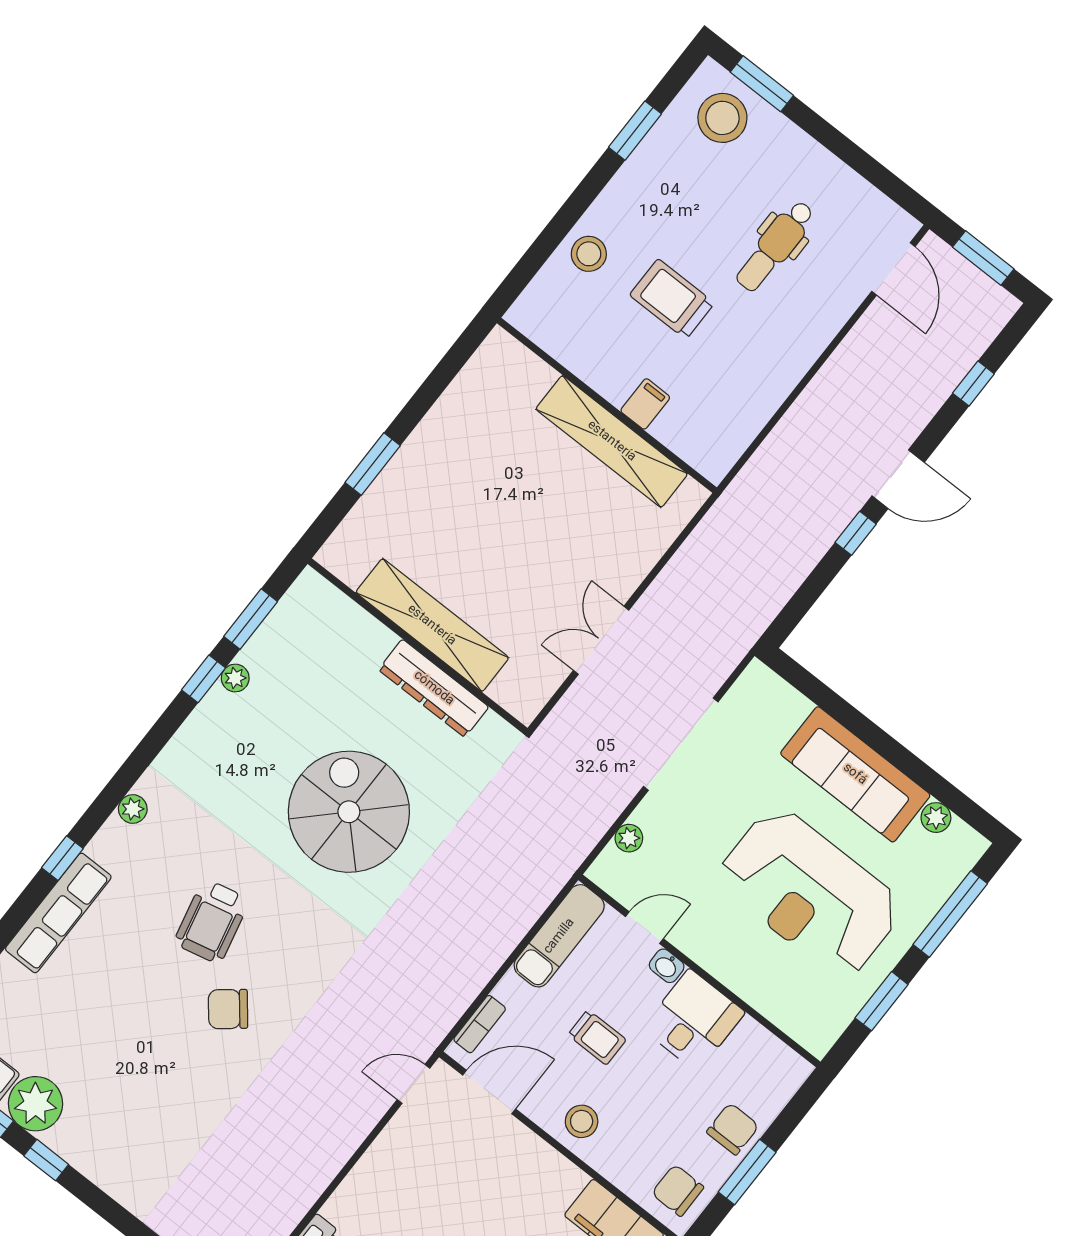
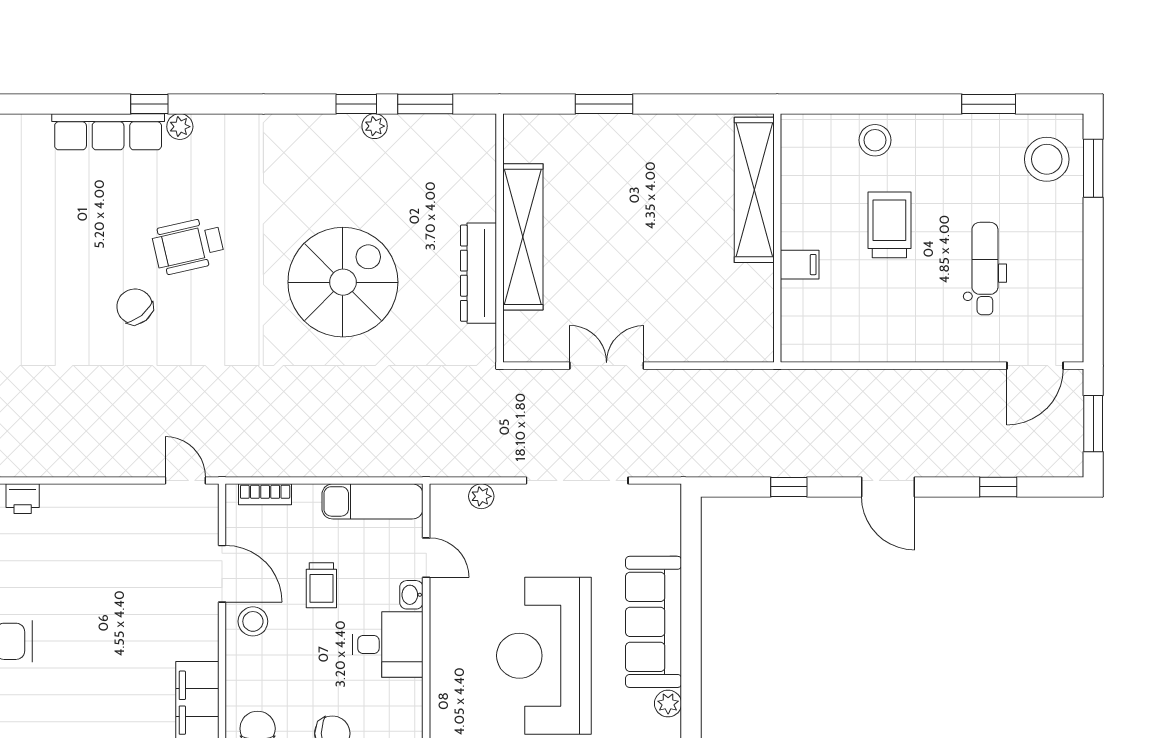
dental chair: (775, 246) -> (985, 269), turned 90
shelving: (612, 441) -> (754, 190), moved
window: (856, 533) -> (789, 487), moved
plant: (133, 809) -> (180, 127), moved
door: (489, 1092) -> (222, 574), moved

